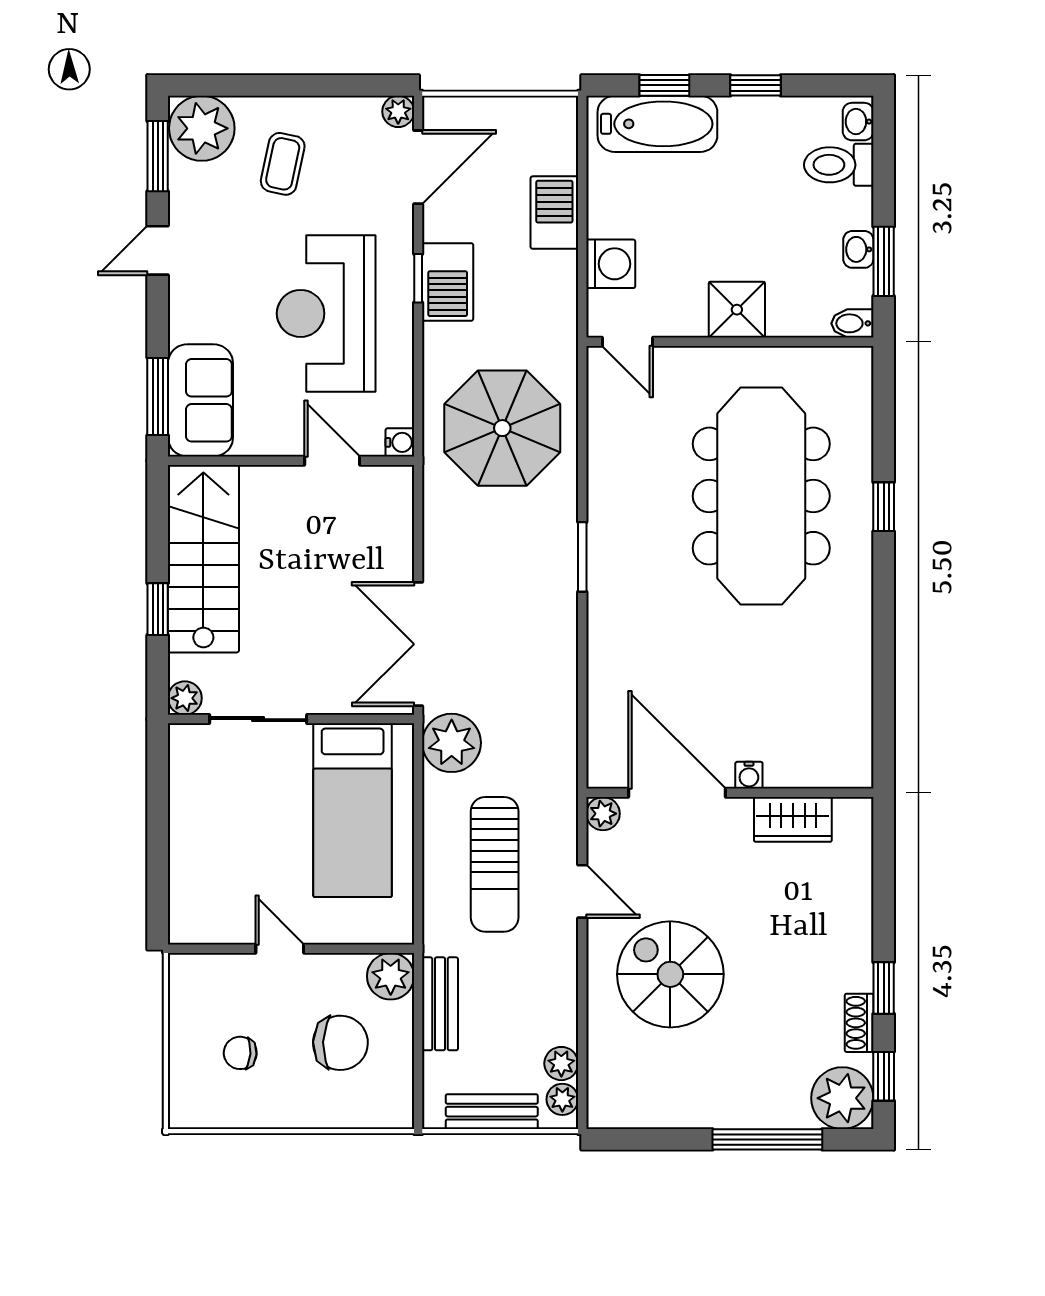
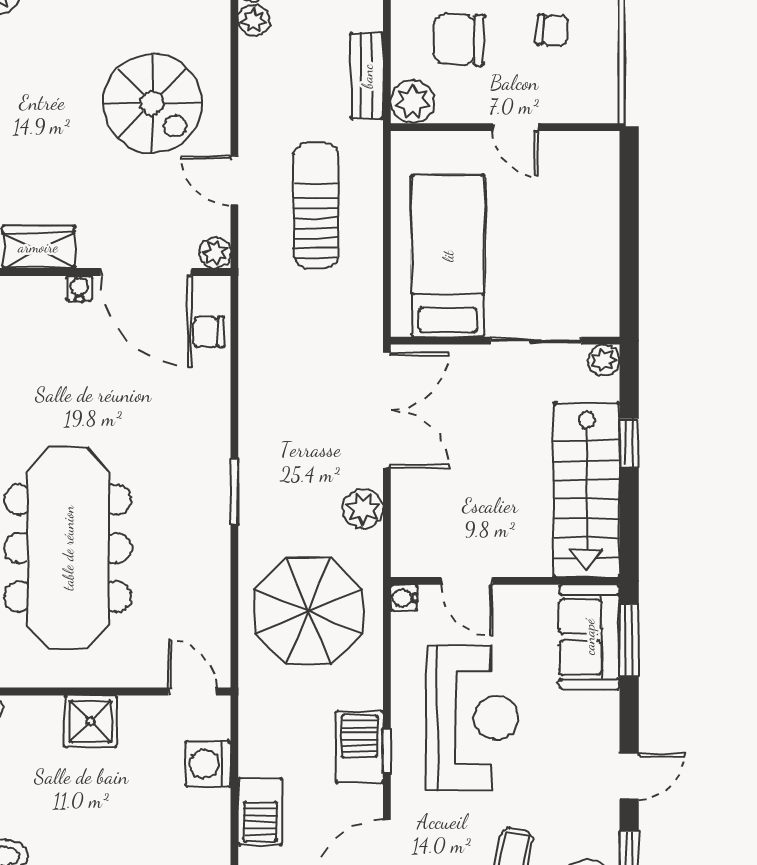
chair: (610, 728) -> (209, 332), added
plant: (452, 743) -> (363, 509), moved, width x0.73, depth x0.73

